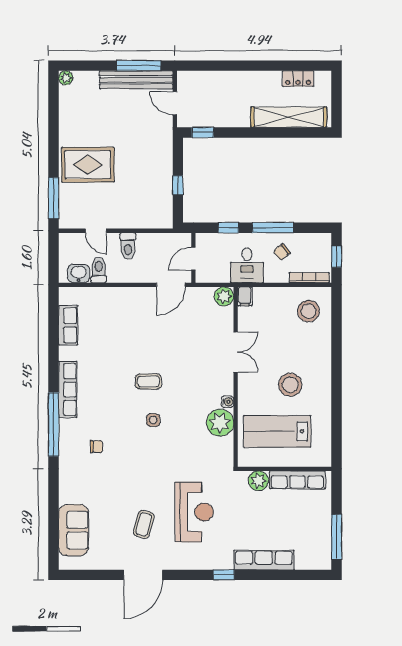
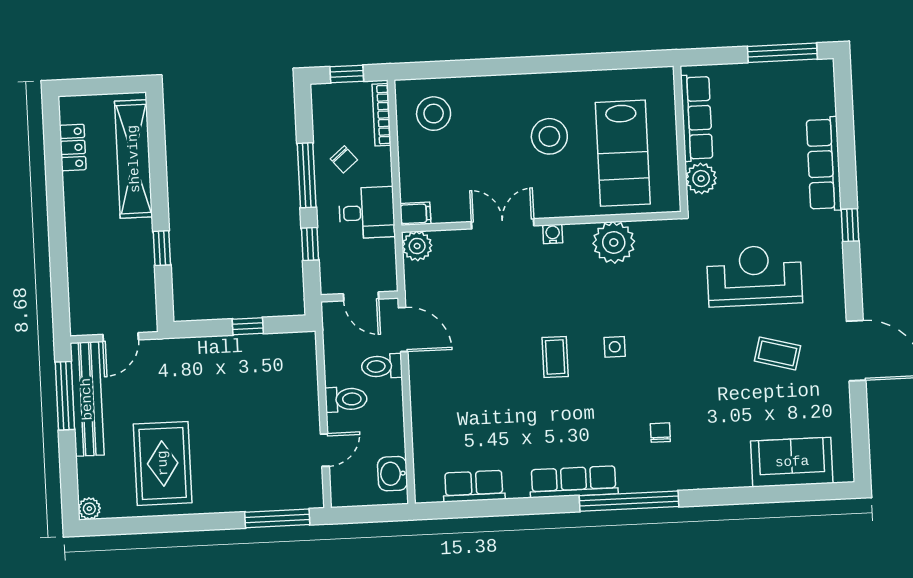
window: (203, 132) -> (162, 248), moved
rug: (88, 165) -> (163, 463), moved
toilet: (99, 270) -> (382, 366), moved
water cooler: (227, 402) -> (553, 234), moved

